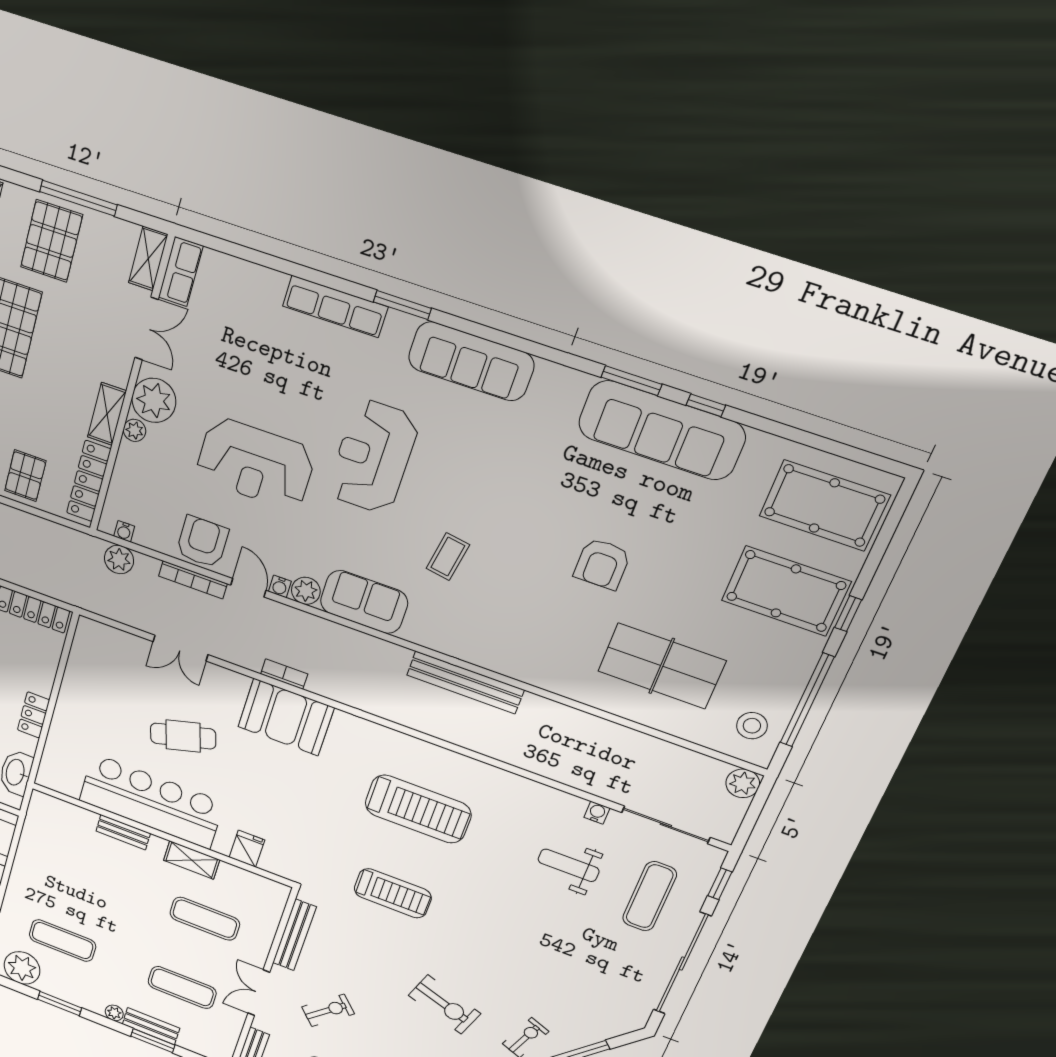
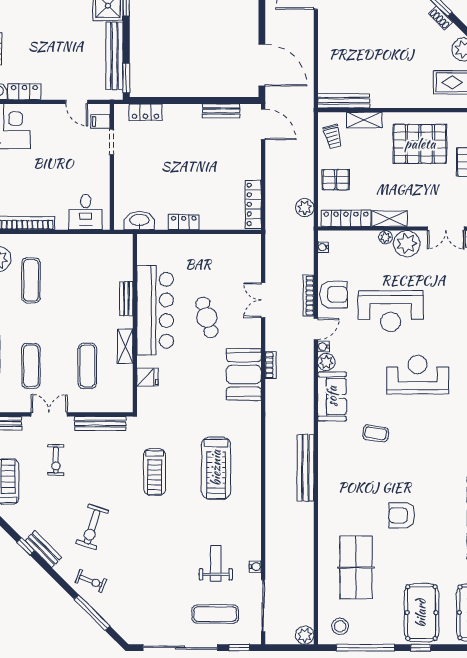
reception desk: (255, 464) -> (391, 311), turned -90
plant: (119, 560) -> (305, 208), moved
exercise bike: (328, 1010) -> (56, 460), turned 43

